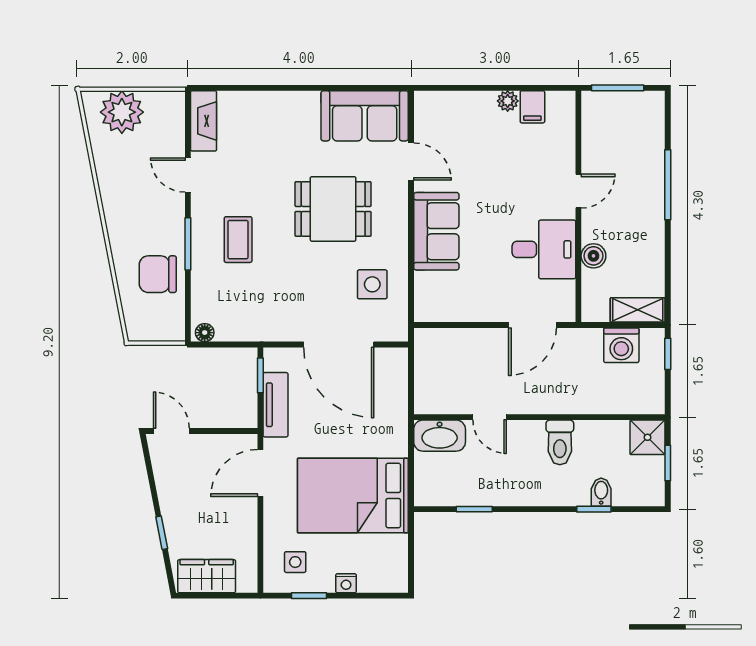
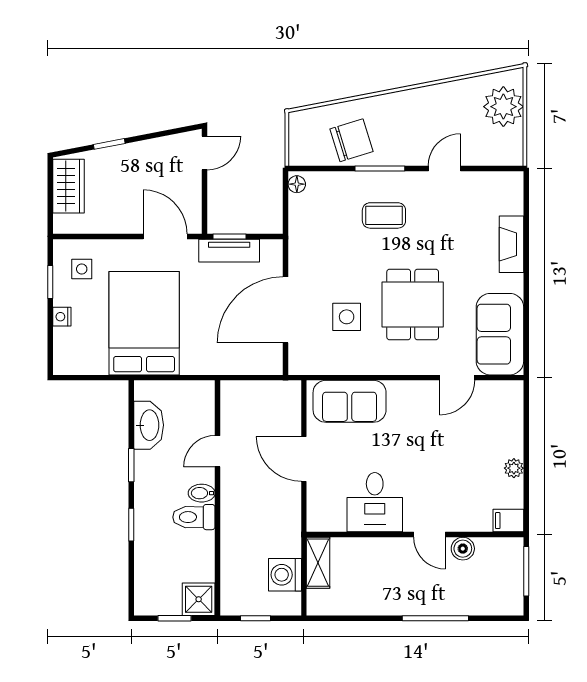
filing cabinet: (532, 107) -> (508, 521), moved
fireplace: (204, 121) -> (511, 244), moved, turned 90
sofa: (436, 231) -> (350, 401), moved
boiler: (593, 256) -> (463, 549), moved
chair: (158, 274) -> (352, 140), turned 73
side table: (372, 284) -> (347, 317), moved
shelving: (638, 310) -> (318, 563), moved
door: (532, 325) -> (304, 459), moved
window: (668, 354) -> (256, 618), moved
window: (260, 375) -> (229, 236), moved
washbasin: (440, 436) -> (149, 425), moved, turned 180
bidet: (601, 492) -> (202, 493), moved, turned 180
window: (474, 509) -> (131, 465), moved
window: (594, 509) -> (131, 525), moved

